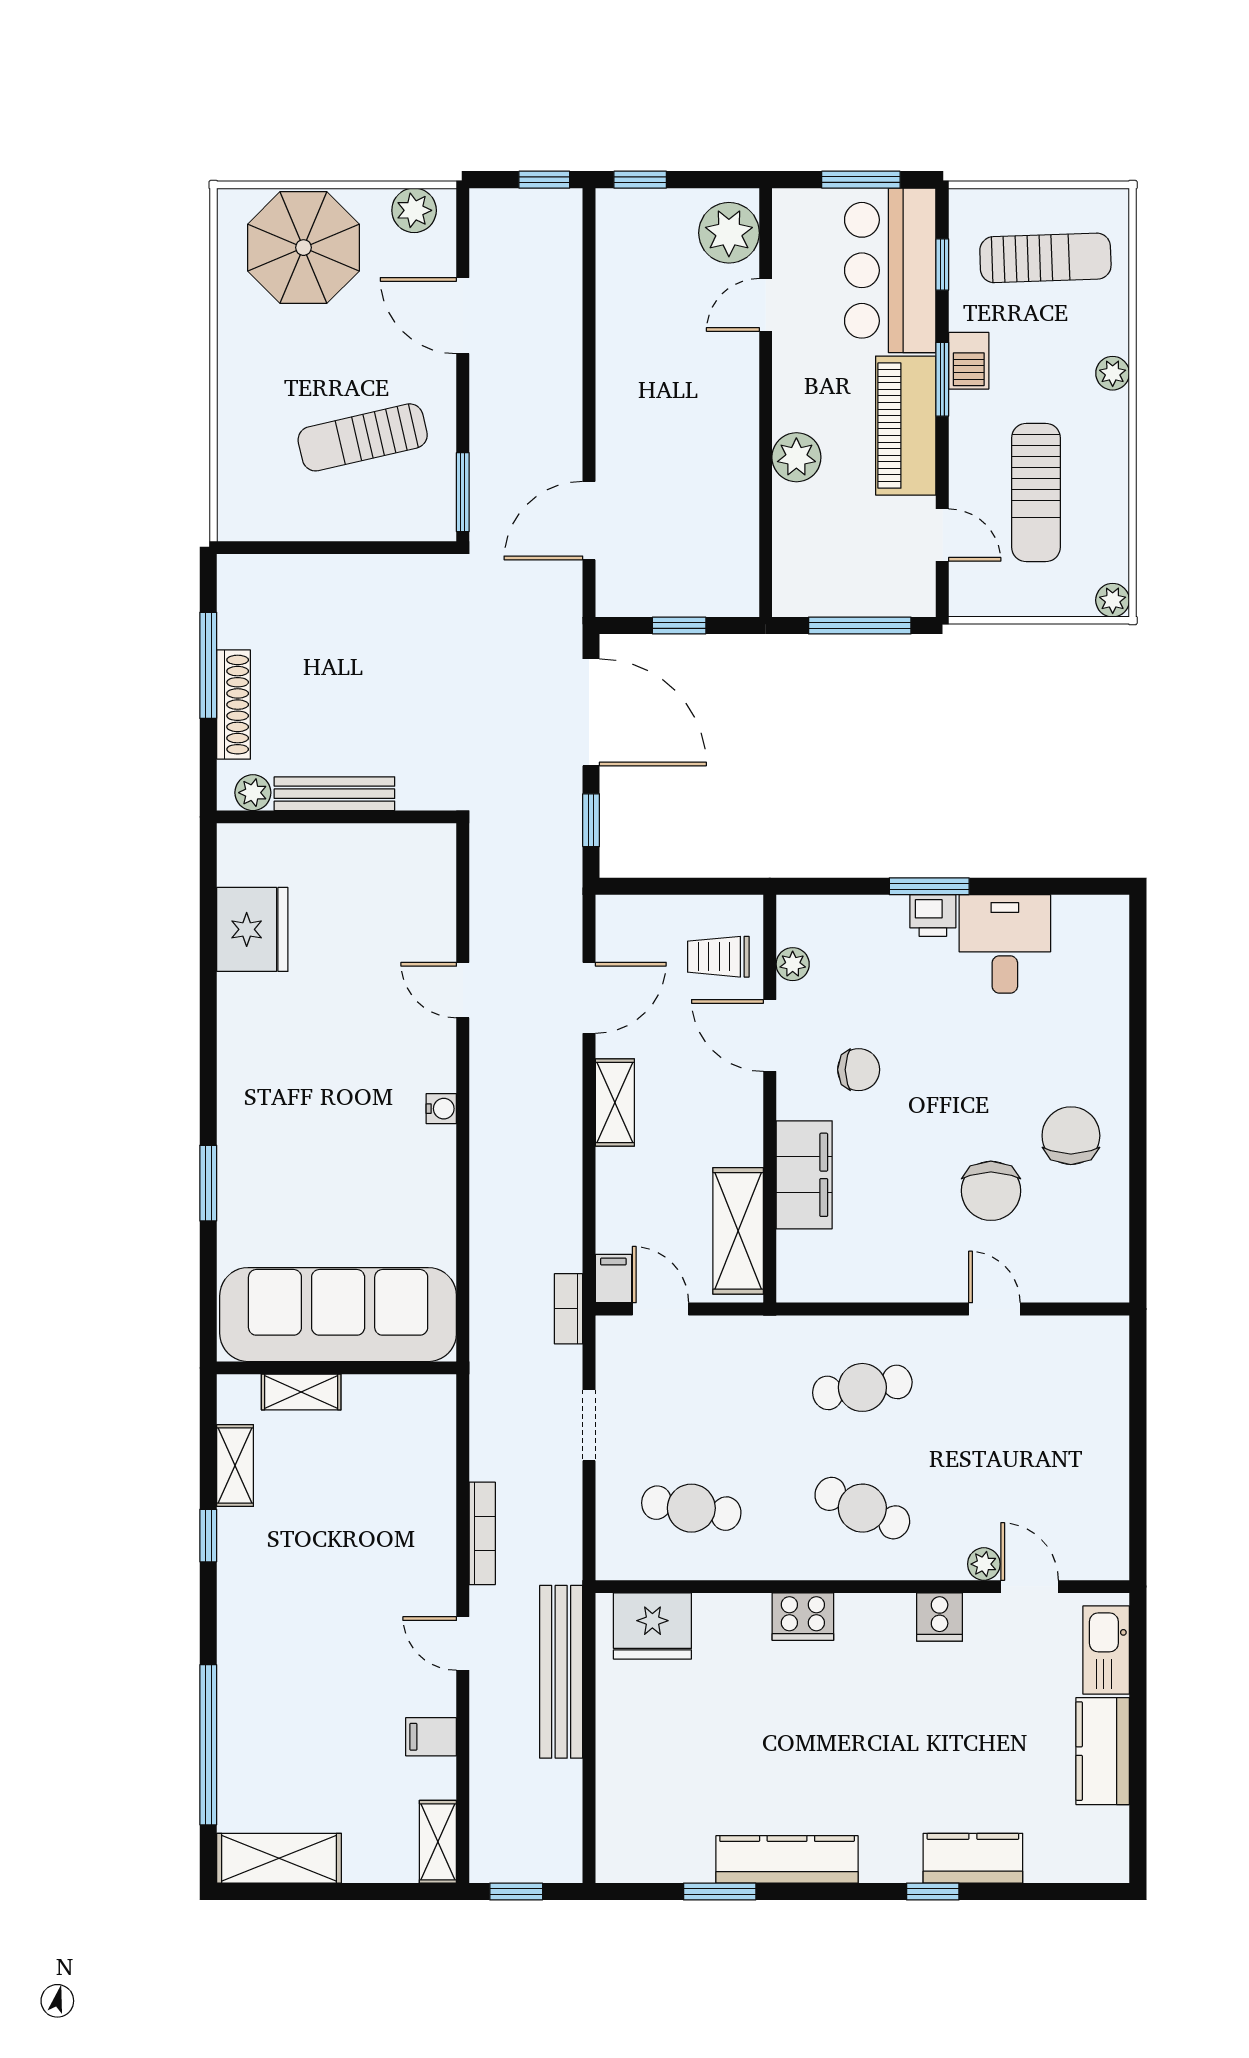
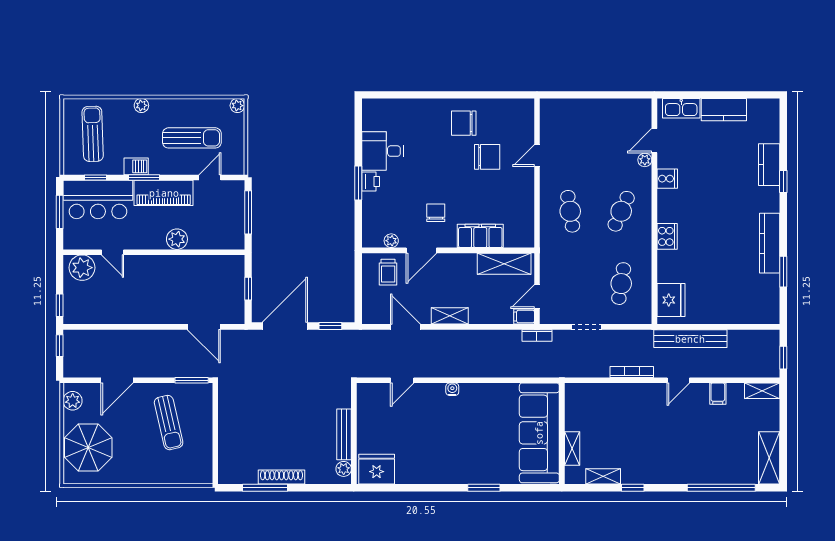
plant: (253, 793) -> (344, 469), moved
bench: (334, 794) -> (344, 434), moved
wall: (337, 817) -> (354, 434), moved

